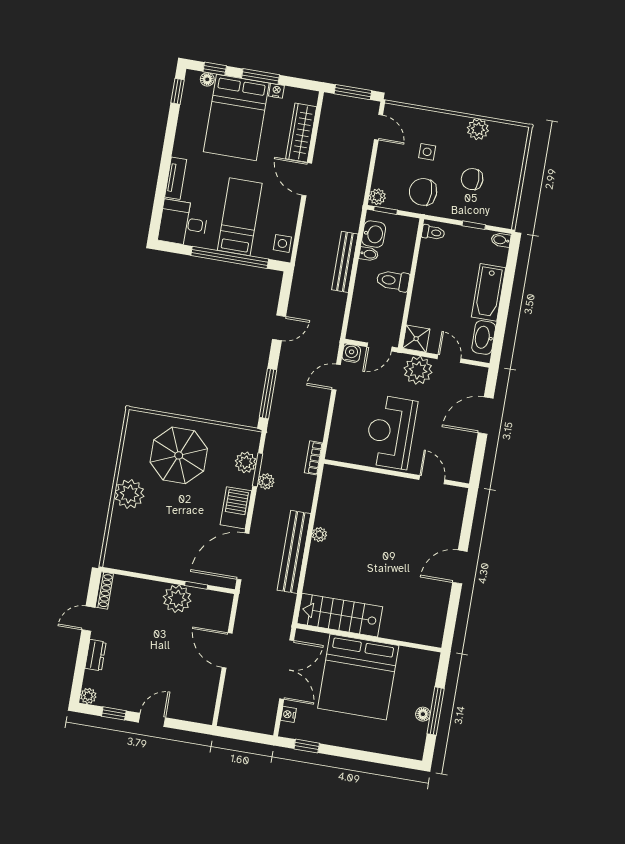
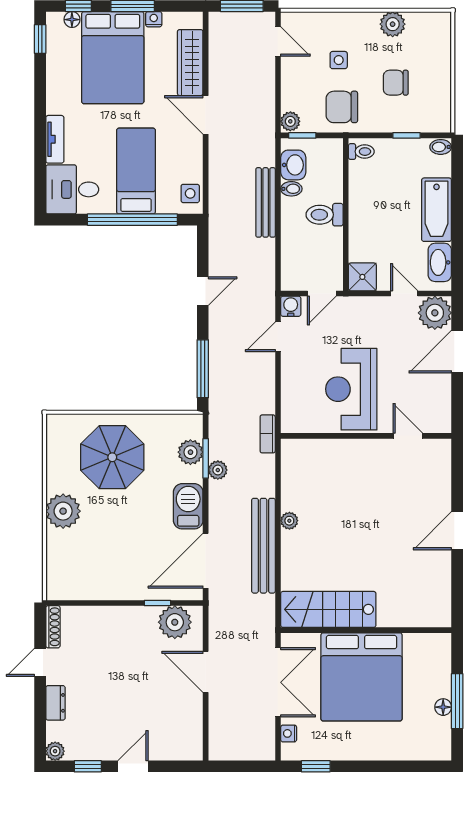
plant: (418, 370) -> (435, 313), moved
plant: (177, 599) -> (175, 622), moved

